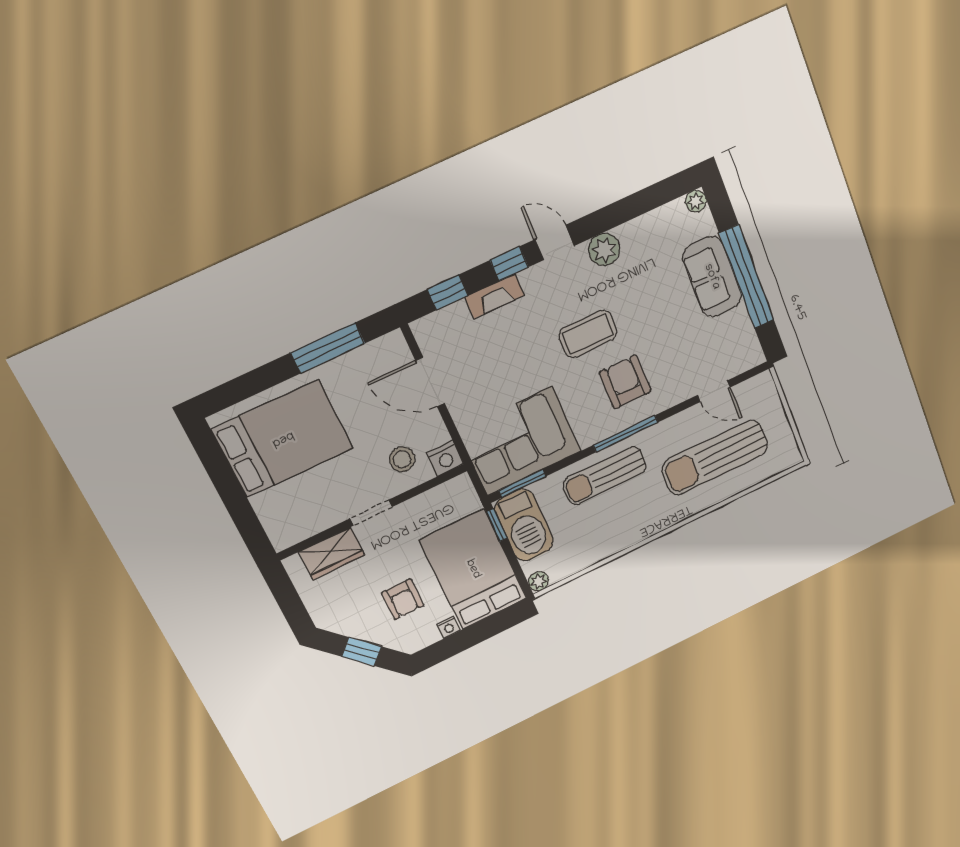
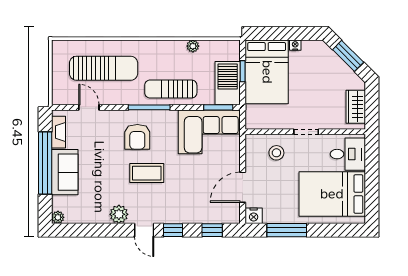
fireplace: (495, 296) -> (58, 132), moved, turned 90
door: (430, 382) -> (243, 187), swing flipped
nightstand: (445, 459) -> (254, 216), moved, turned 180
sun lounger: (605, 476) -> (171, 89), turned 180
desk: (289, 511) -> (348, 154), added
window: (497, 525) -> (243, 71), moved
wardrobe: (332, 553) -> (356, 107), moved, turned -90
plant: (539, 581) -> (193, 46), moved
armchair: (403, 599) -> (312, 74), removed
window: (362, 652) -> (348, 56), width x1.50

